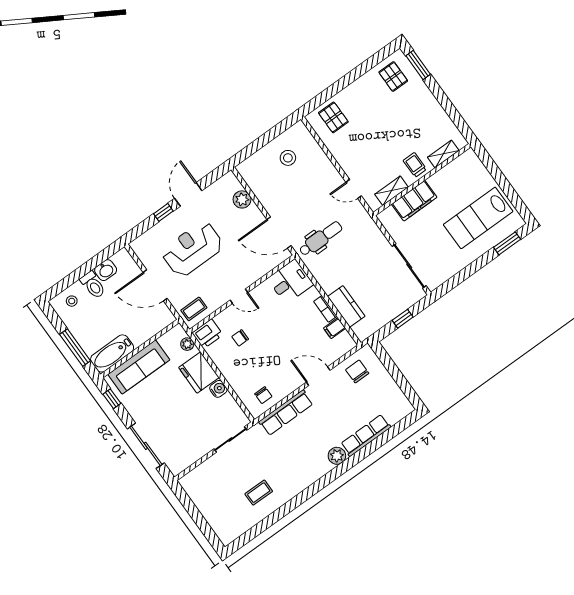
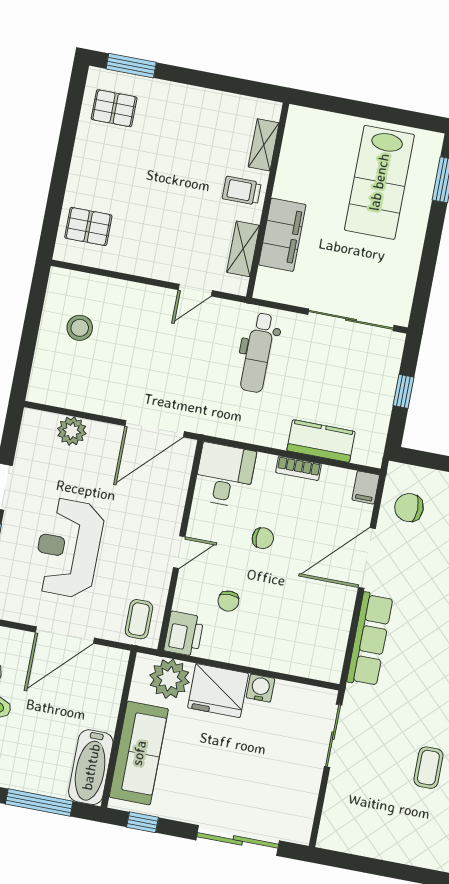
dental chair: (321, 239) -> (258, 353), moved, turned 180
filing cabinet: (335, 328) -> (366, 487), moved
plant: (187, 344) -> (169, 679), width x1.87, depth x1.87
door: (318, 376) -> (367, 558), width x1.36
chair: (263, 395) -> (263, 538), moved

